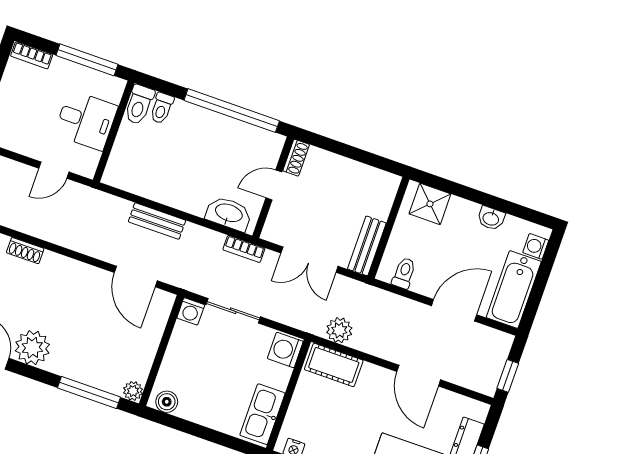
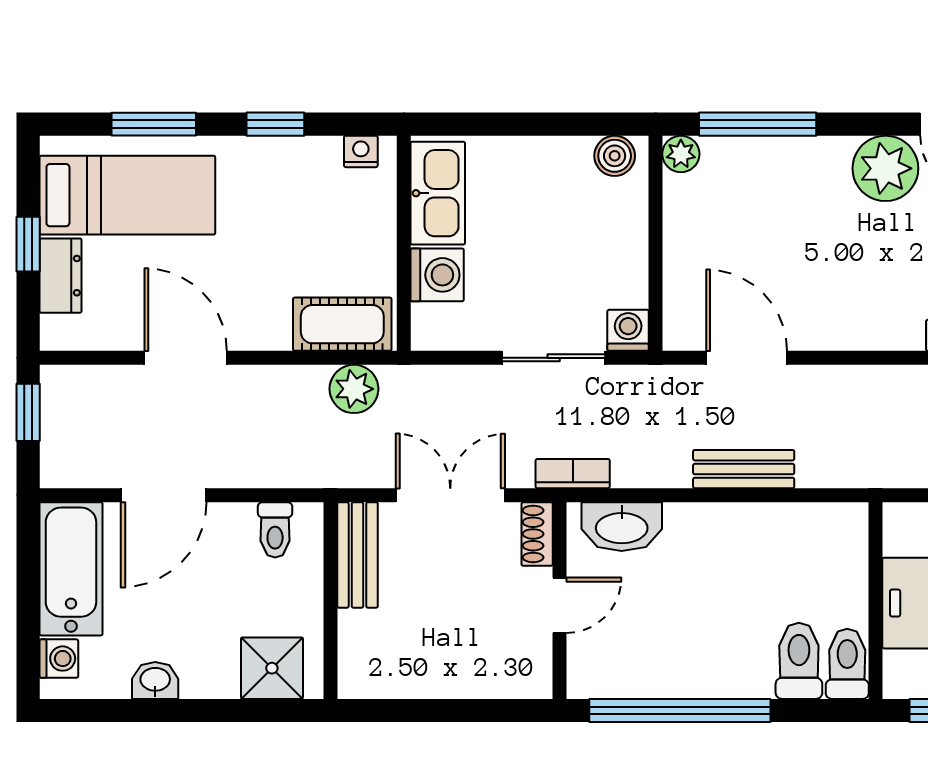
toilet: (162, 108) -> (799, 661), width x1.37, depth x1.39
shoe rack: (296, 158) -> (537, 534), moved
washing machine: (285, 350) -> (437, 275), moved

